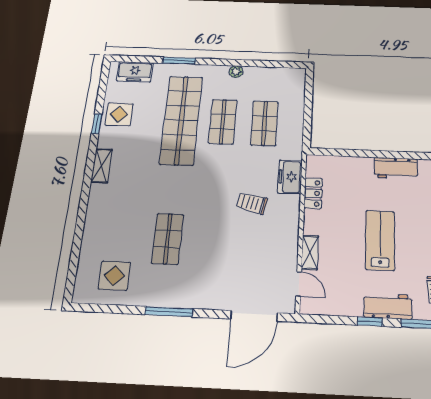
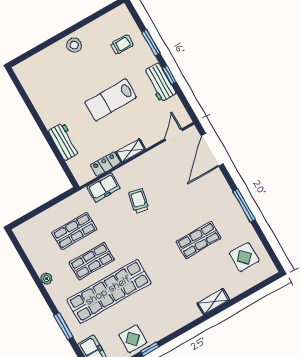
shelving: (102, 166) -> (213, 302), moved
workbench: (396, 168) -> (64, 142), moved
trolley: (252, 203) -> (139, 201), turned 180
shelving: (310, 253) -> (130, 151), moved
workbench: (388, 306) -> (160, 83), moved
door: (254, 316) -> (212, 150), swing flipped

